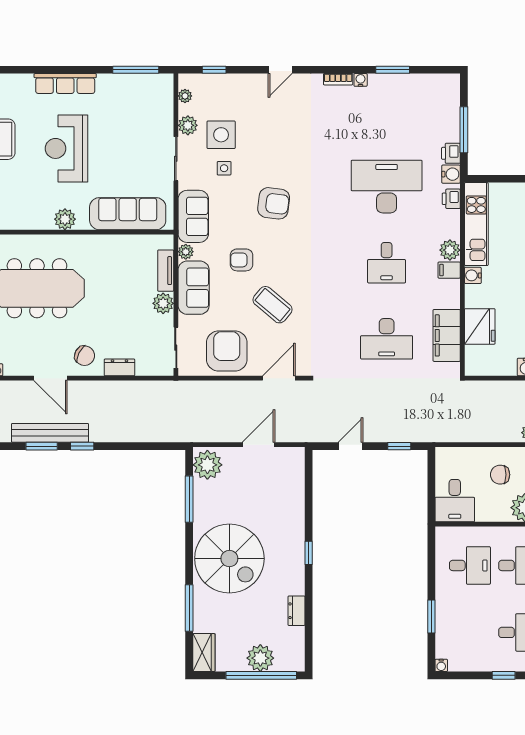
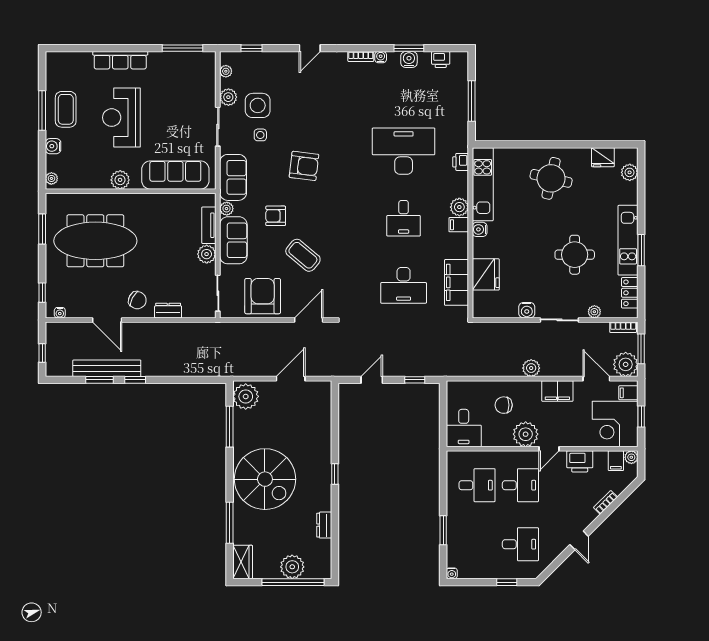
printer: (451, 153) -> (441, 60), moved, turned -90
water cooler: (451, 174) -> (409, 59), moved, turned -90

